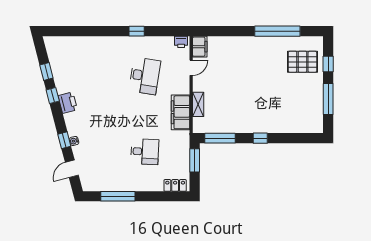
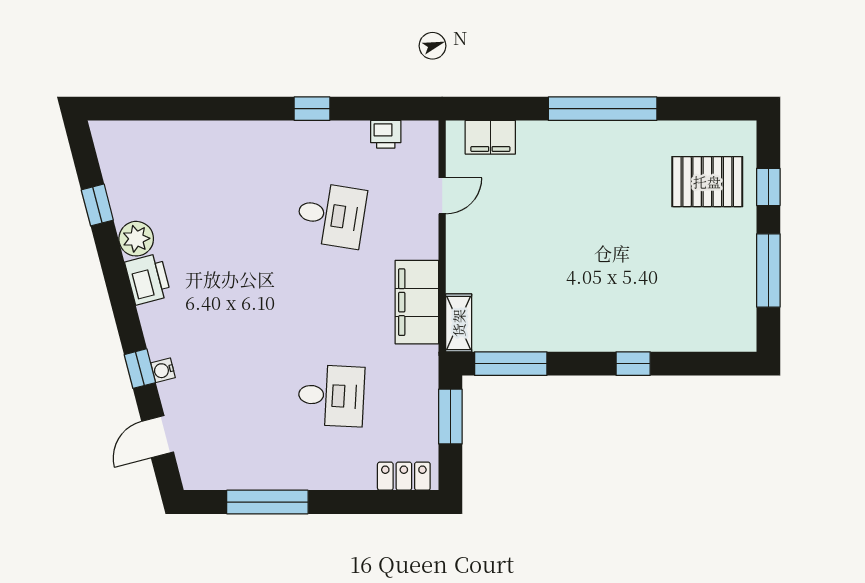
window: (277, 31) -> (603, 109), moved
printer: (181, 42) -> (386, 134), moved
filing cabinet: (200, 47) -> (490, 137), moved, turned 90
desk: (145, 76) -> (331, 215), width x0.73
plant: (63, 86) -> (136, 239), added
window: (53, 96) -> (112, 262), removed
shelving: (198, 104) -> (459, 323), moved
window: (260, 138) -> (633, 364), moved

